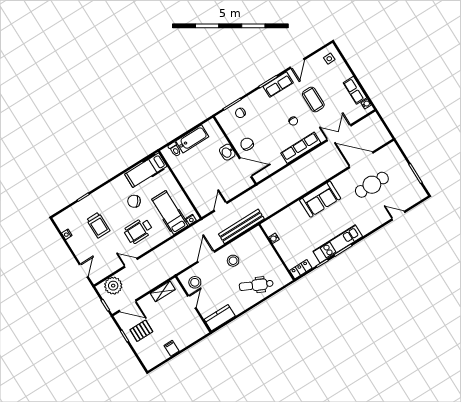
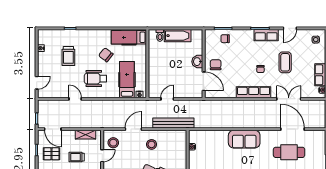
plant: (113, 286) -> (52, 107), removed
trolley: (168, 319) -> (77, 157), added

